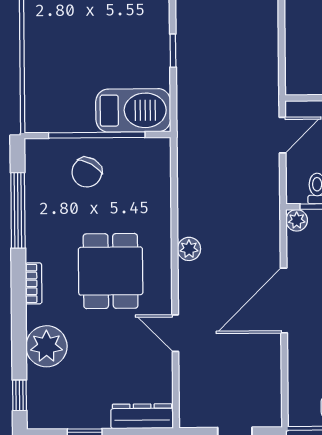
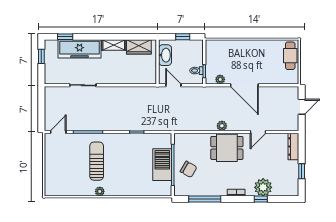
barbecue: (133, 110) -> (162, 165), moved
plant: (297, 220) -> (220, 79), moved
dining table: (111, 271) -> (227, 148), moved
window: (20, 395) -> (261, 199), moved

